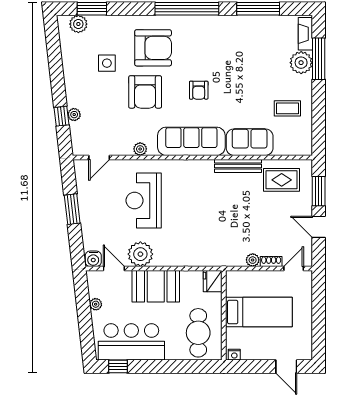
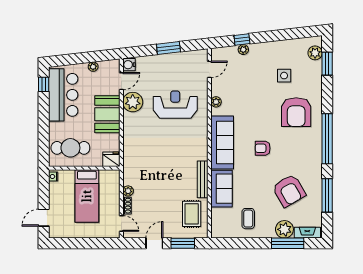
armchair: (145, 92) -> (289, 191), moved, turned -120
door: (99, 158) -> (209, 69), swing flipped

